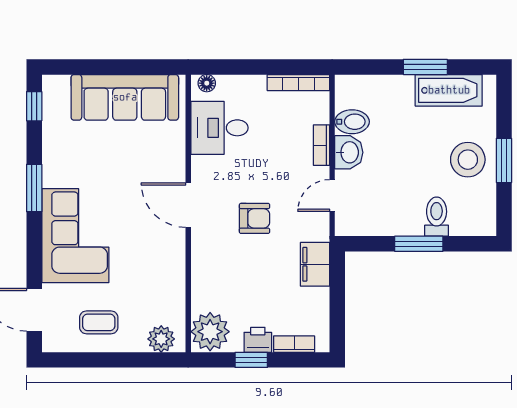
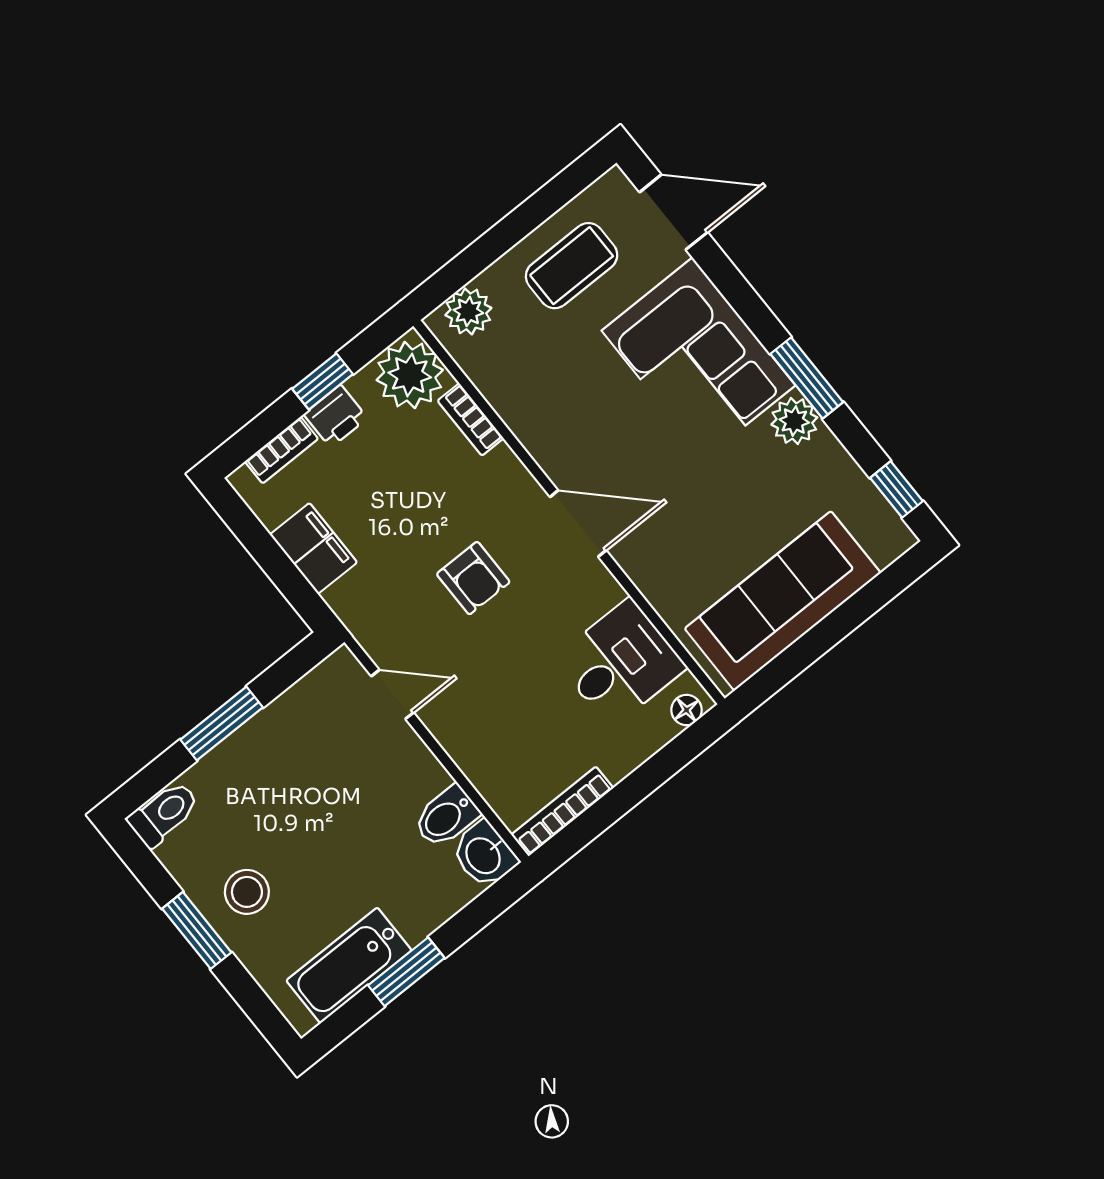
bookcase: (322, 145) -> (471, 419), moved, turned 180
washbasin: (349, 152) -> (484, 855), moved
stool: (468, 160) -> (247, 892), width x0.73, depth x0.73
plant: (55, 173) -> (794, 421), added
door: (332, 195) -> (392, 694), hinge flipped
toilet: (437, 217) -> (164, 814), moved, turned -90
armchair: (255, 218) -> (473, 578), turned -90
filing cabinet: (315, 264) -> (314, 548), moved
coffee table: (99, 322) -> (572, 266), width x1.36, depth x1.30

